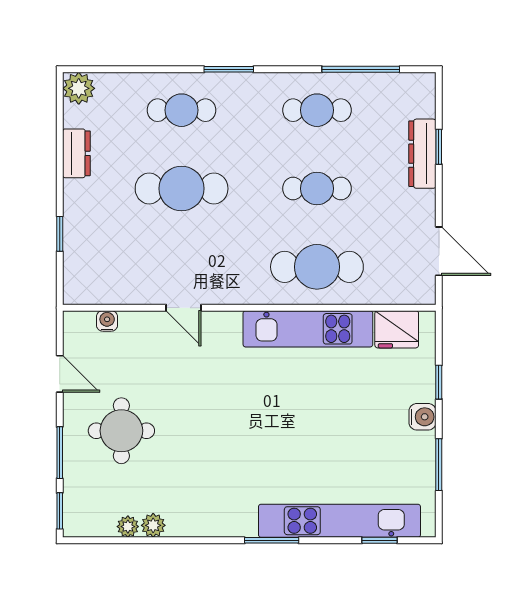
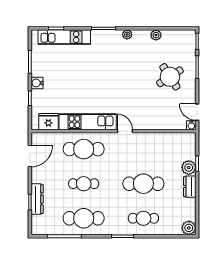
cafe table: (317, 110) -> (84, 218), width x1.37, depth x1.35
dresser: (76, 153) -> (190, 187), moved
plant: (79, 225) -> (189, 168), added
door: (439, 251) -> (30, 156), swing flipped
door: (184, 308) -> (125, 131), moved
water cooler: (107, 321) -> (191, 125), moved
door: (60, 374) -> (197, 112), moved
round table: (121, 431) -> (170, 77), turned -33
kitchen unit: (339, 521) -> (64, 37), width x0.73
plant: (128, 527) -> (127, 35), moved

